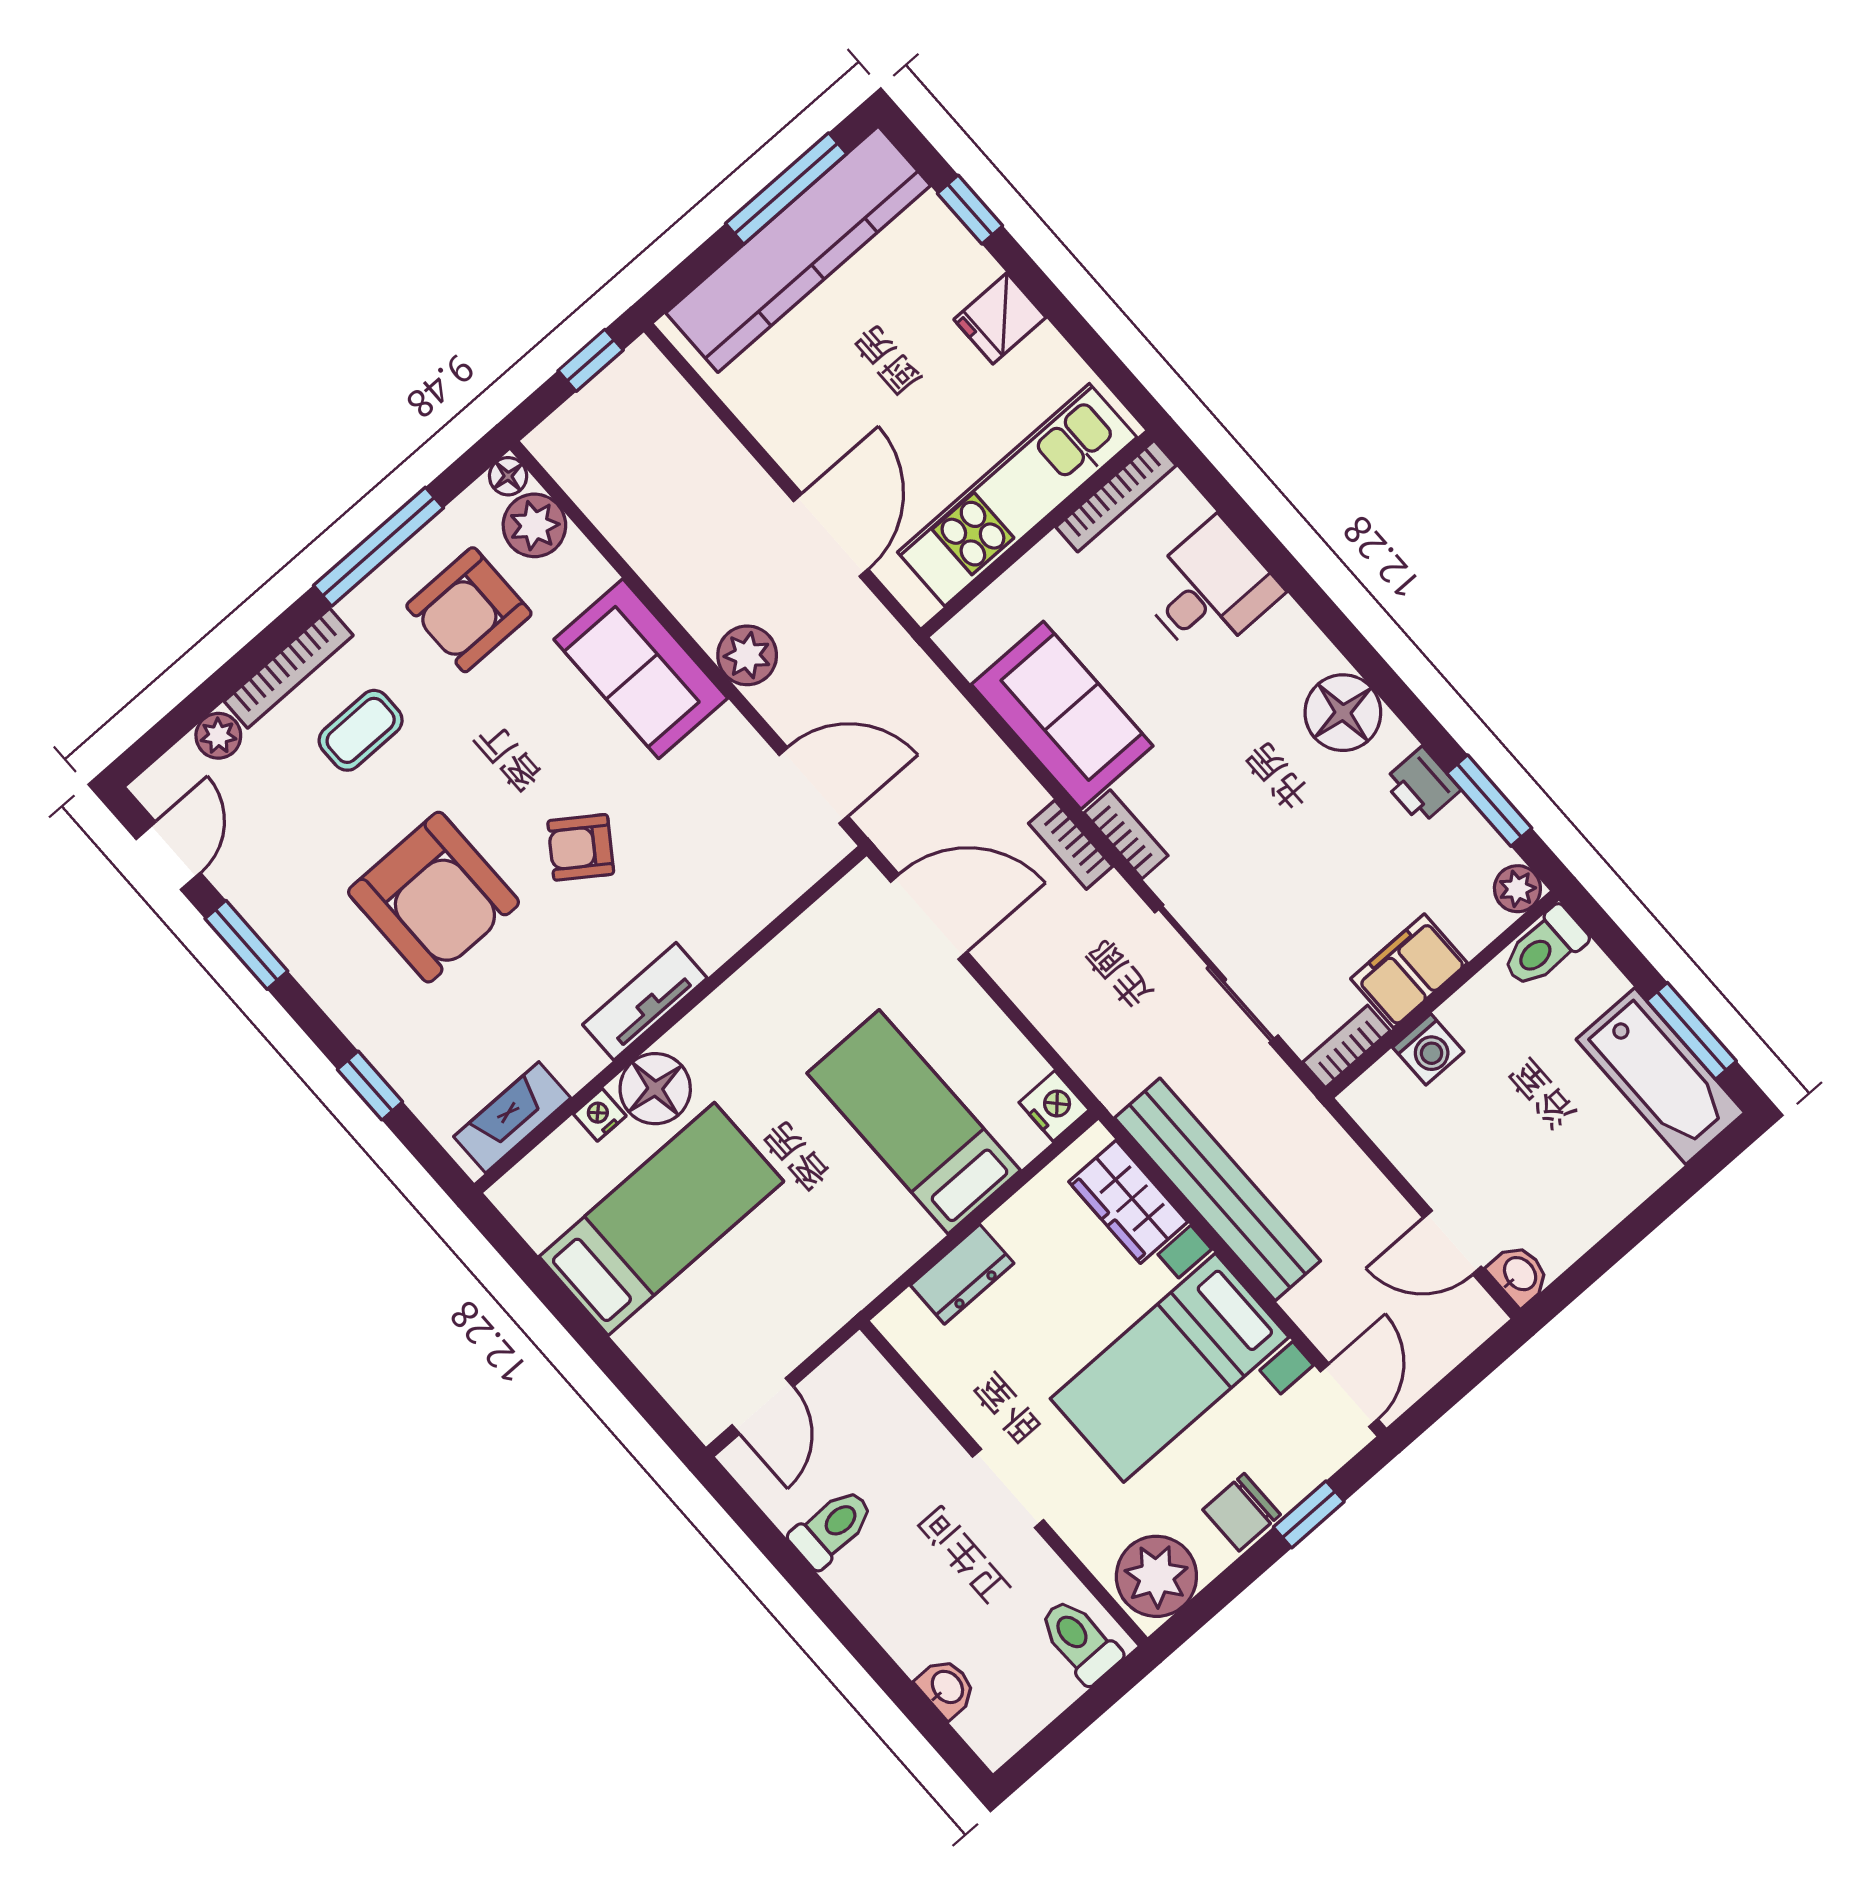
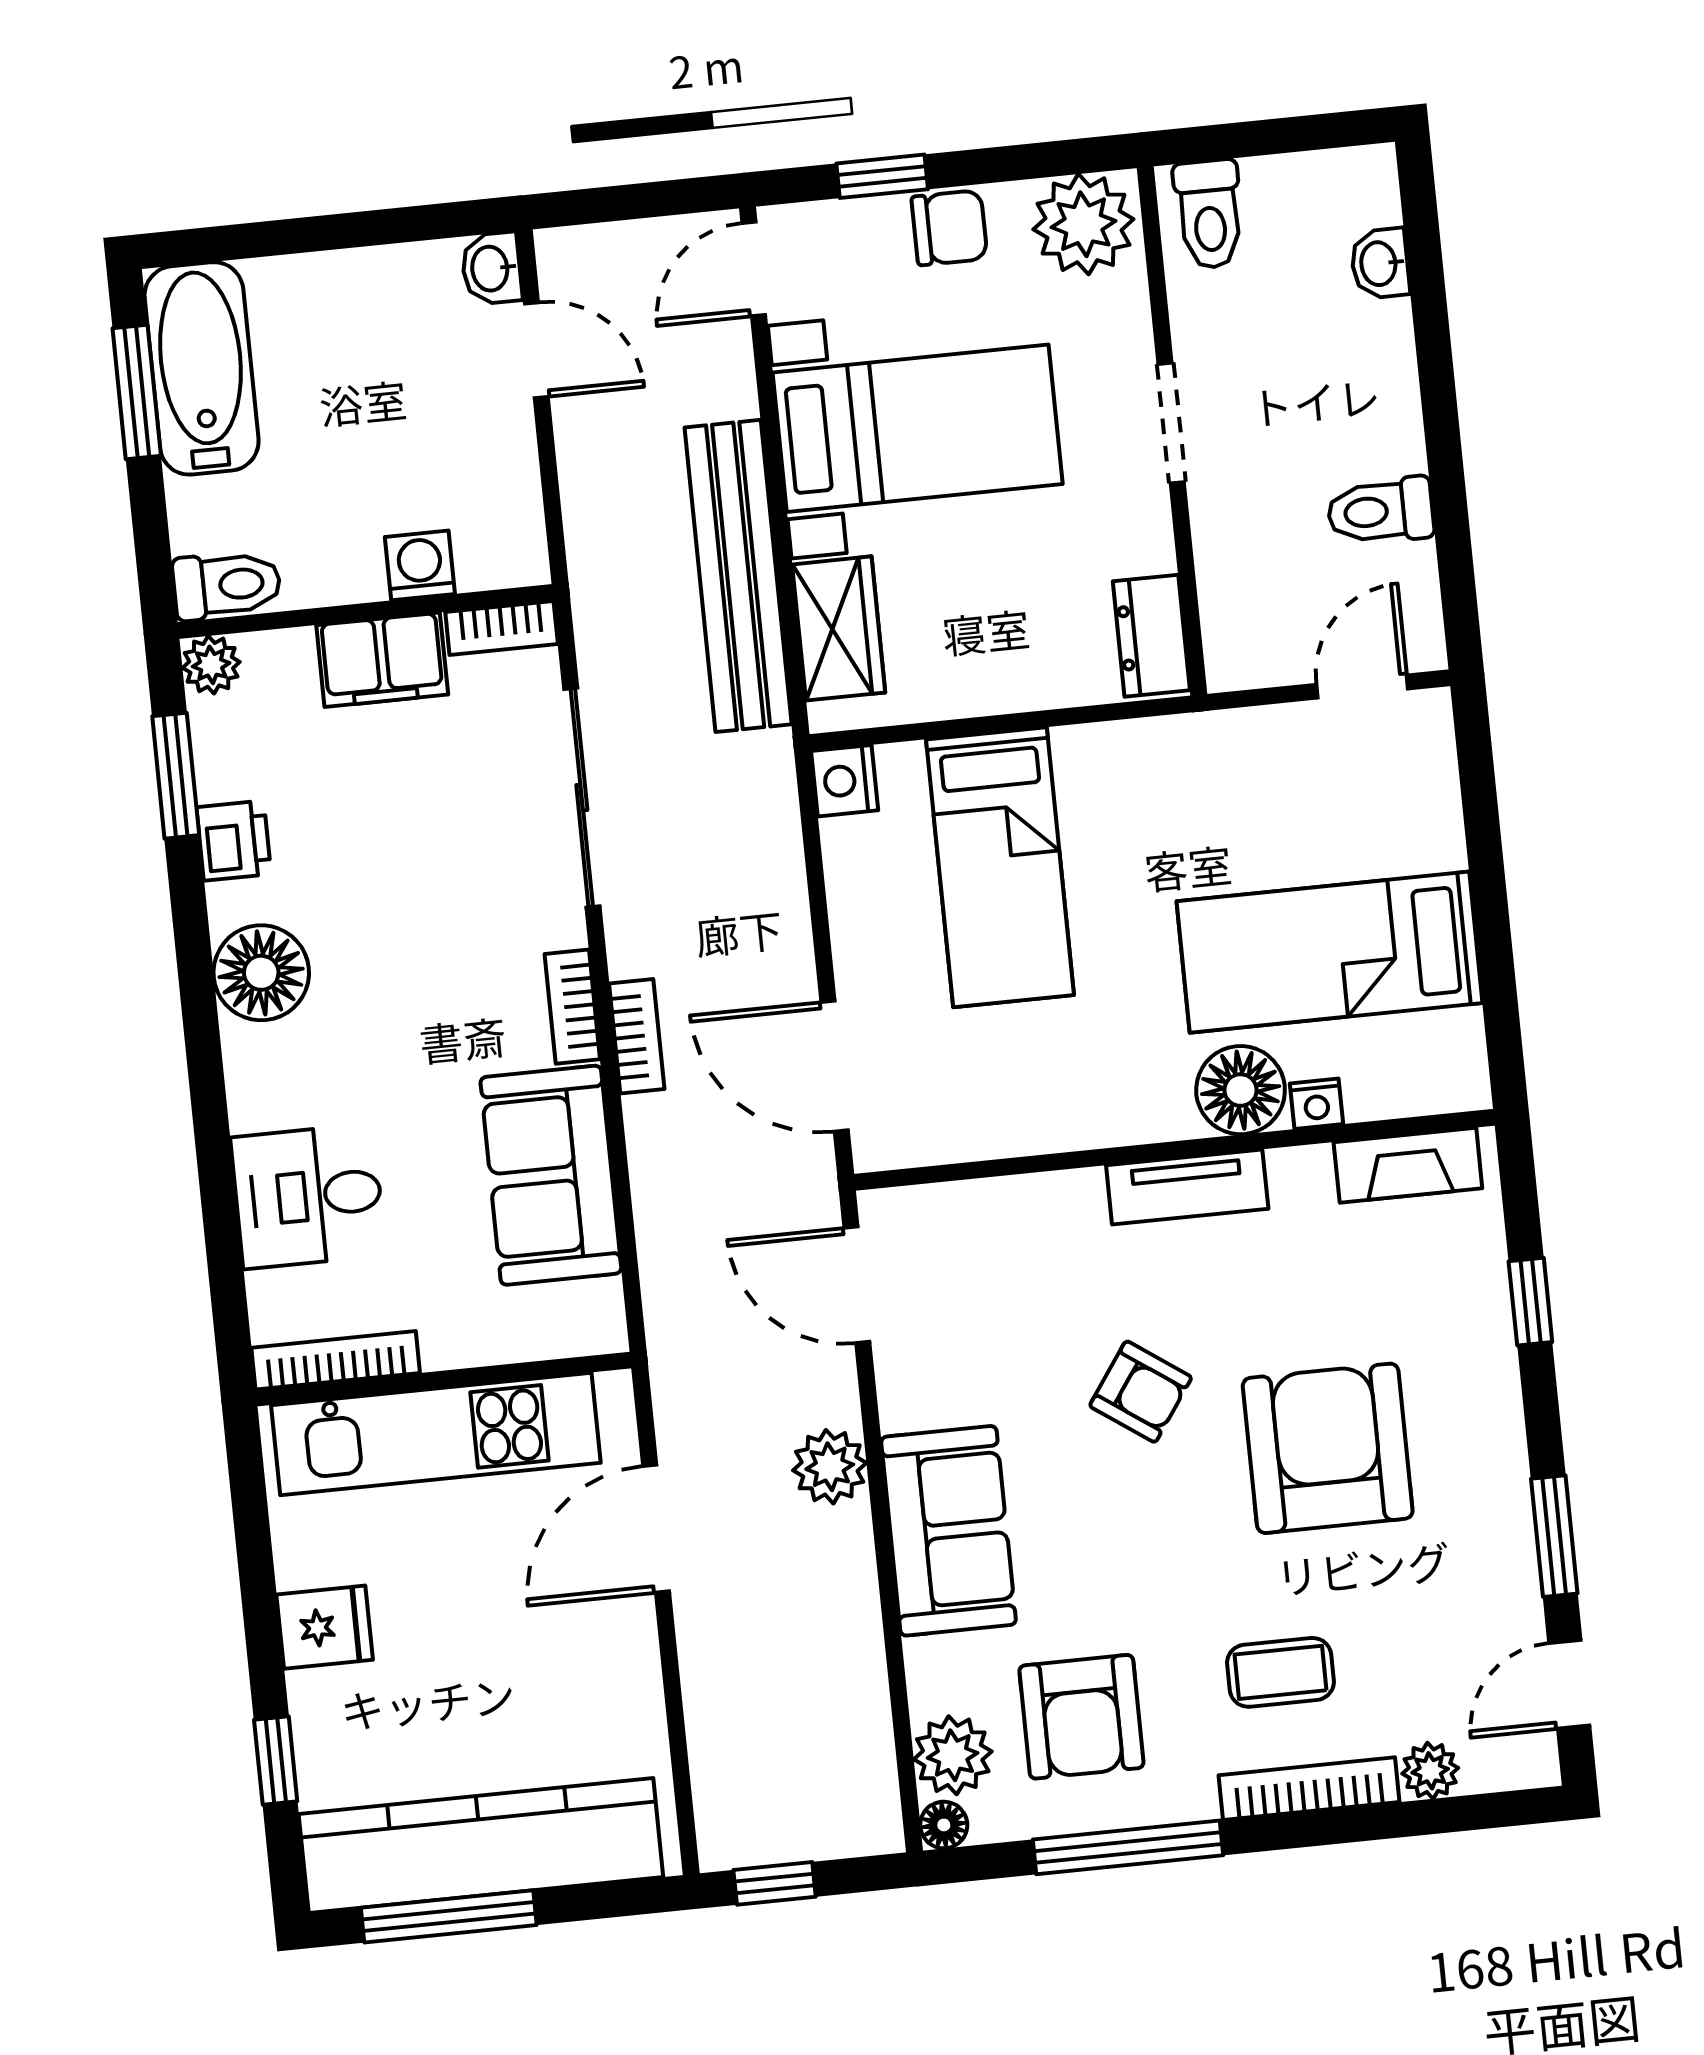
armchair: (469, 610) -> (1081, 1717), turned 90
dresser: (962, 1274) -> (1151, 636), moved, turned -90

